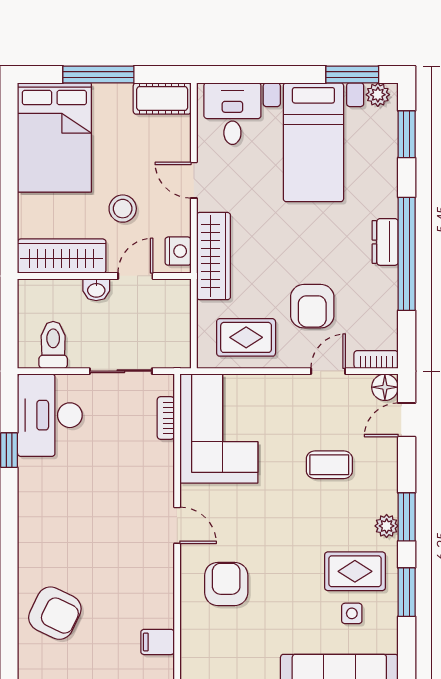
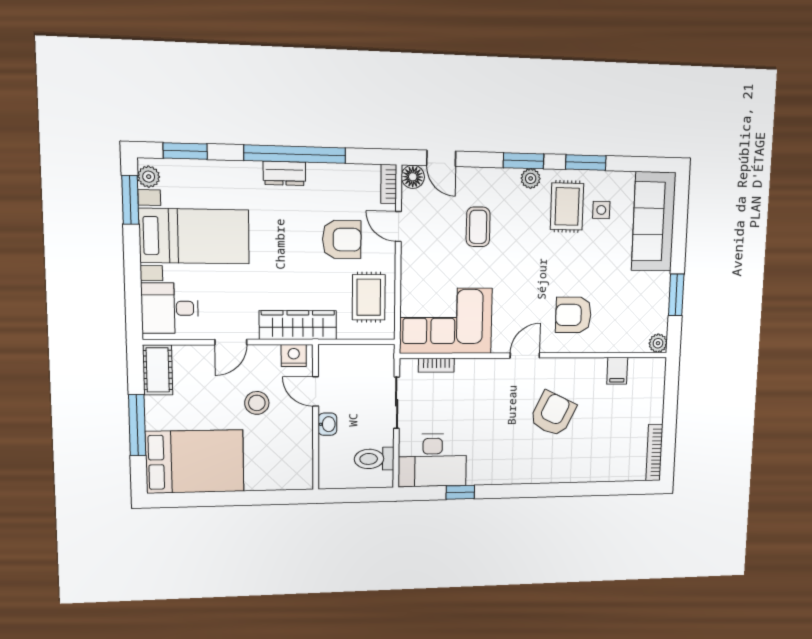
wardrobe: (62, 256) -> (299, 453), removed
armchair: (55, 613) -> (553, 414), moved

